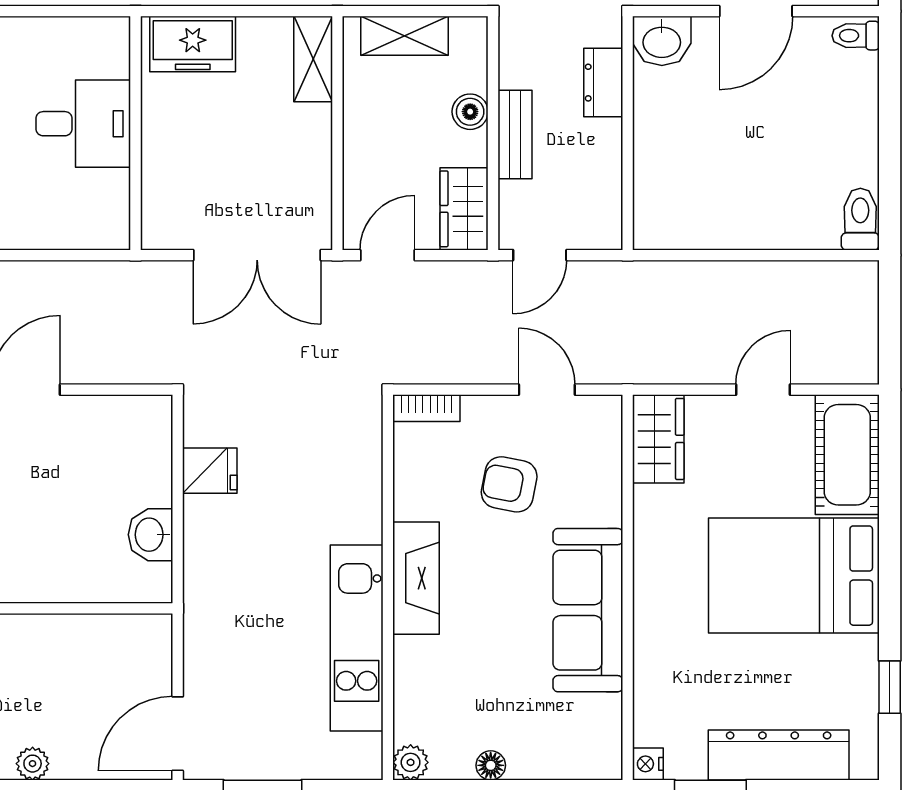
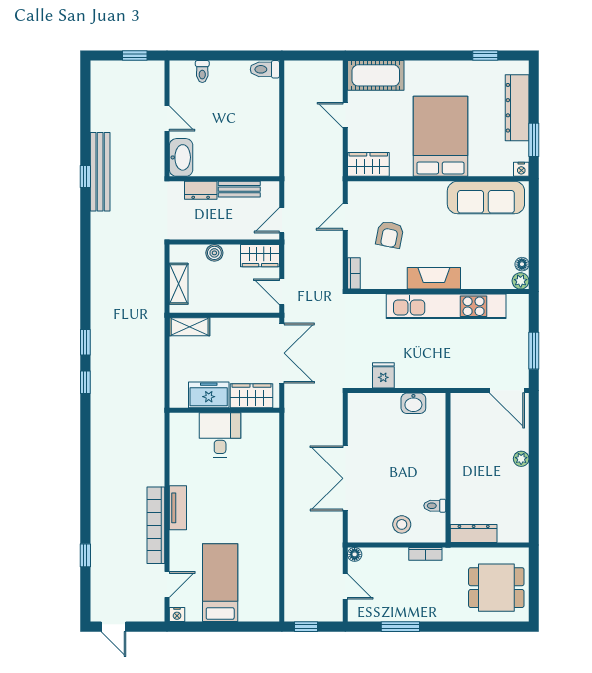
door: (756, 11) -> (167, 118), width x0.73
toilet: (856, 36) -> (202, 71), moved
washbasin: (662, 41) -> (181, 157), width x1.38
freezer: (193, 44) -> (209, 395), moved, turned -90
bench: (515, 134) -> (239, 189), moved
wardrobe: (167, 191) -> (251, 396), added
door: (540, 255) -> (282, 220), swing flipped
bed: (794, 576) -> (440, 136), moved, turned 180
sofa: (588, 610) -> (486, 197), moved
kitchen unit: (357, 638) -> (446, 306), width x1.36
floor lamp: (491, 765) -> (522, 264), moved

